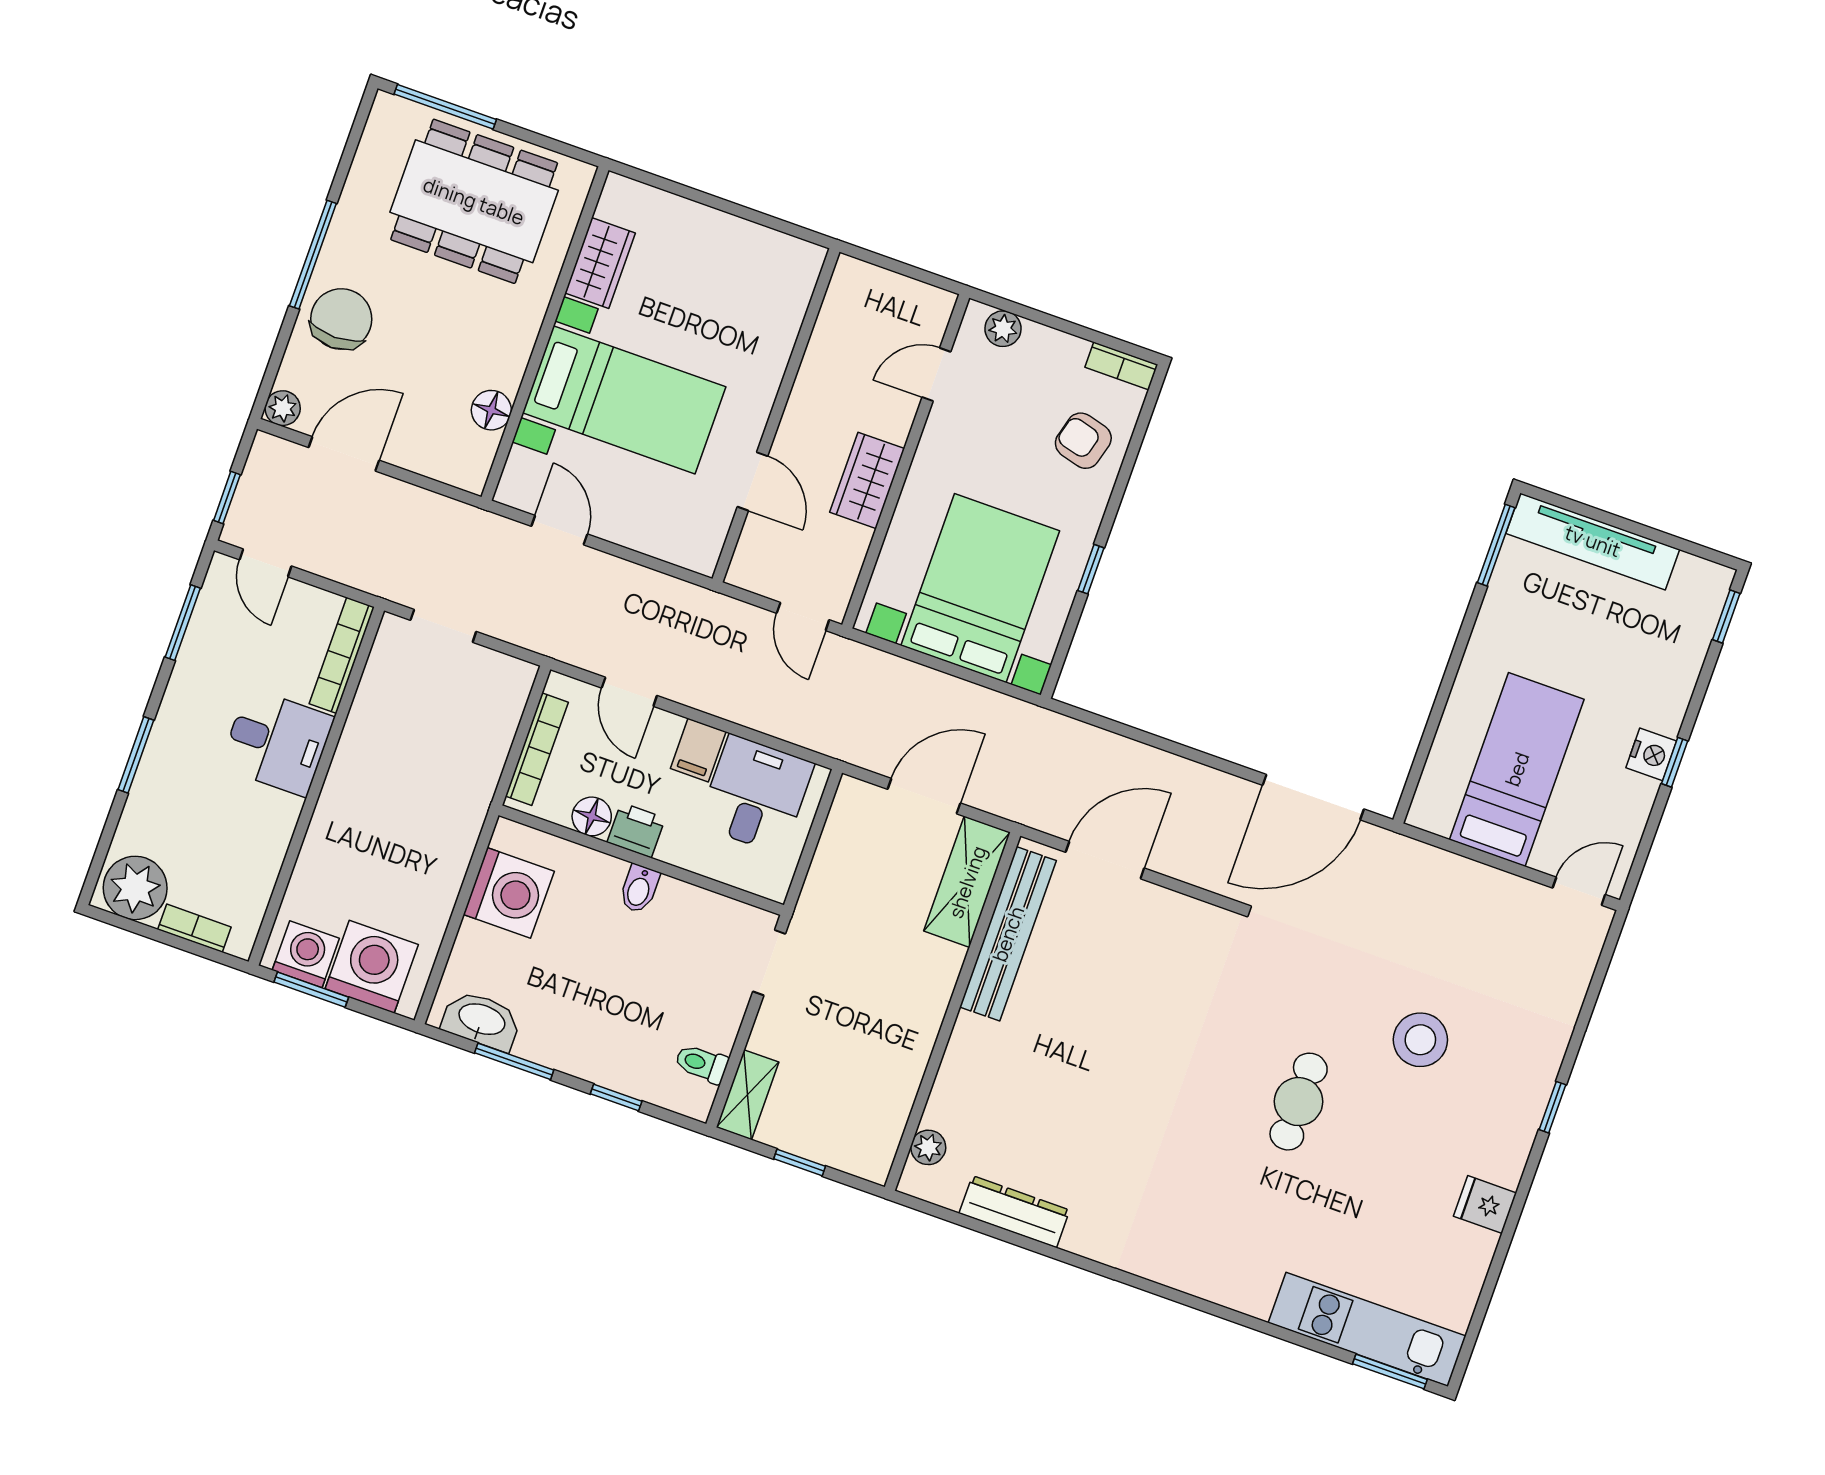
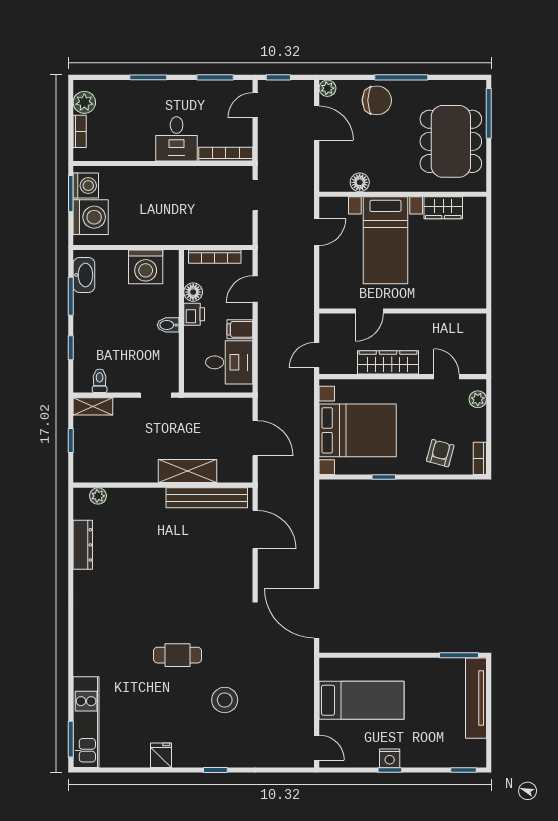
wardrobe: (867, 480) -> (388, 362), width x1.50
shelving: (967, 882) -> (187, 471), moved
plant: (135, 888) -> (84, 102), width x0.73, depth x0.73

